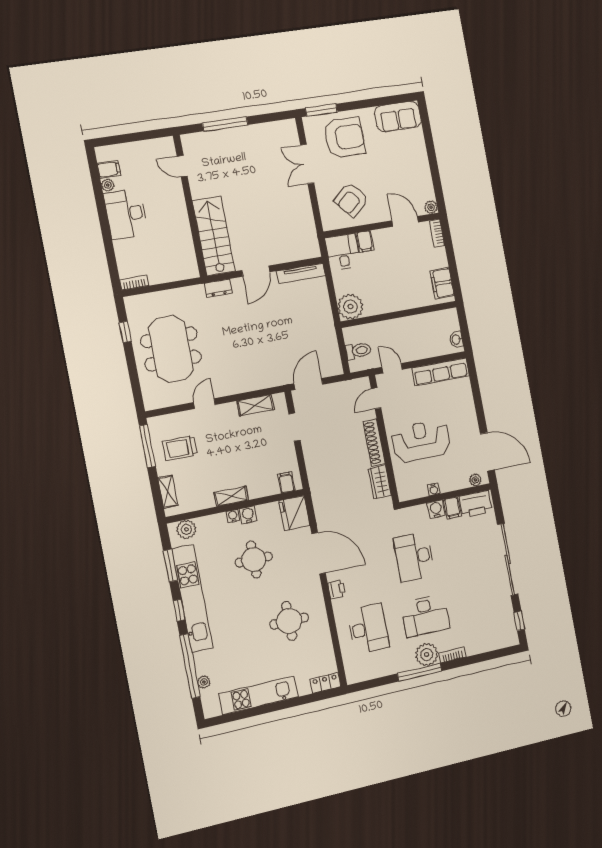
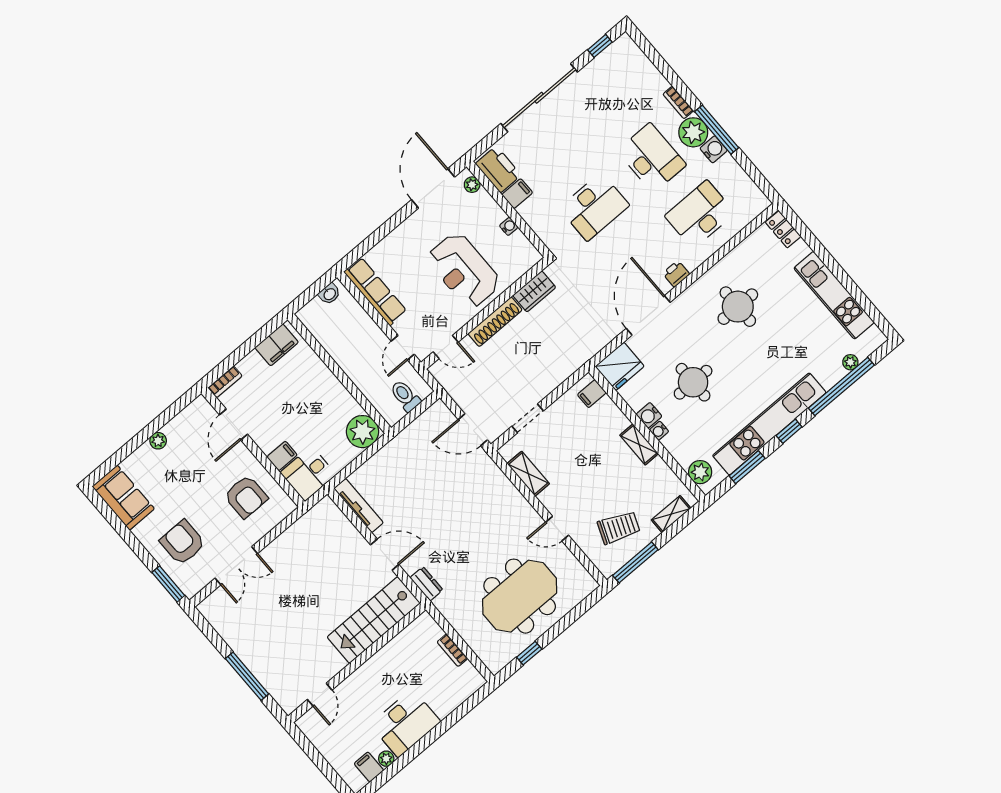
armchair: (344, 137) -> (183, 542), width x0.73, depth x0.73
armchair: (351, 200) -> (246, 497), turned 41
plant: (431, 207) -> (158, 441), moved
bookcase: (134, 283) -> (452, 650), moved
trolley: (180, 448) -> (619, 527), turned -68
water cooler: (436, 509) -> (714, 149), moved, turned 180

